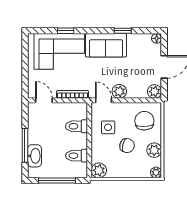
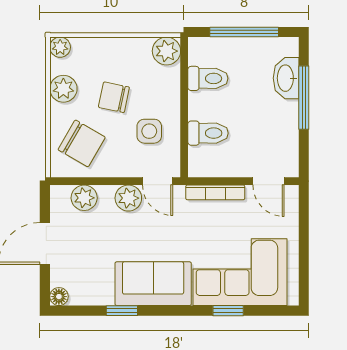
plant: (155, 92) -> (84, 198), moved
chair: (144, 121) -> (82, 143), turned -58

